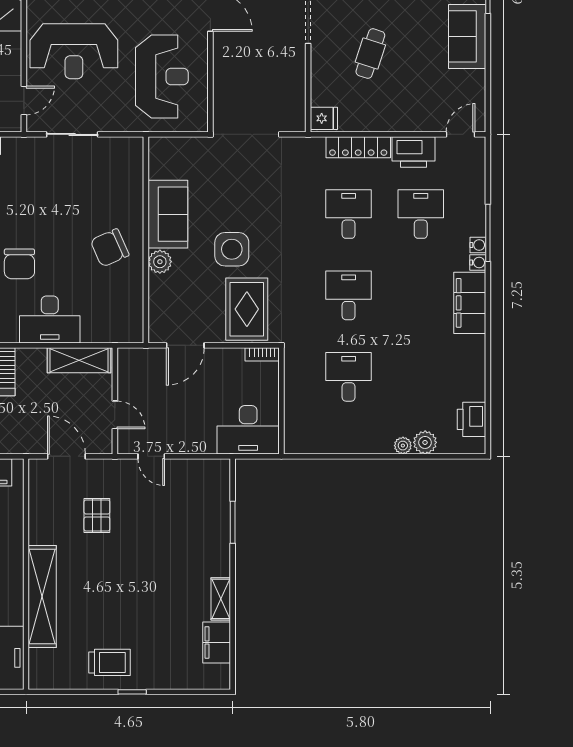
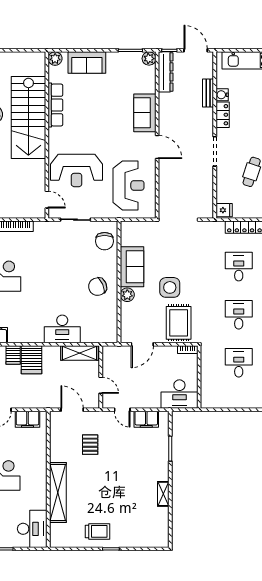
door: (24, 100) -> (47, 200), hinge flipped
chair: (19, 264) -> (105, 241), moved
filing cabinet: (217, 642) -> (146, 419), moved, turned -90

